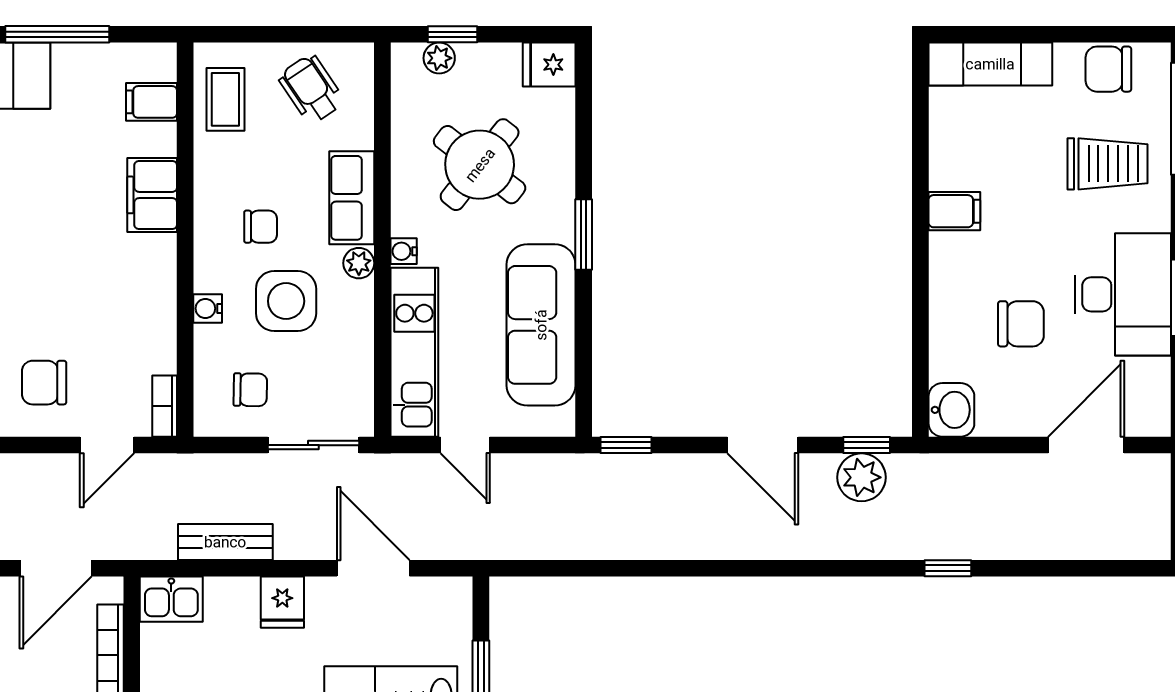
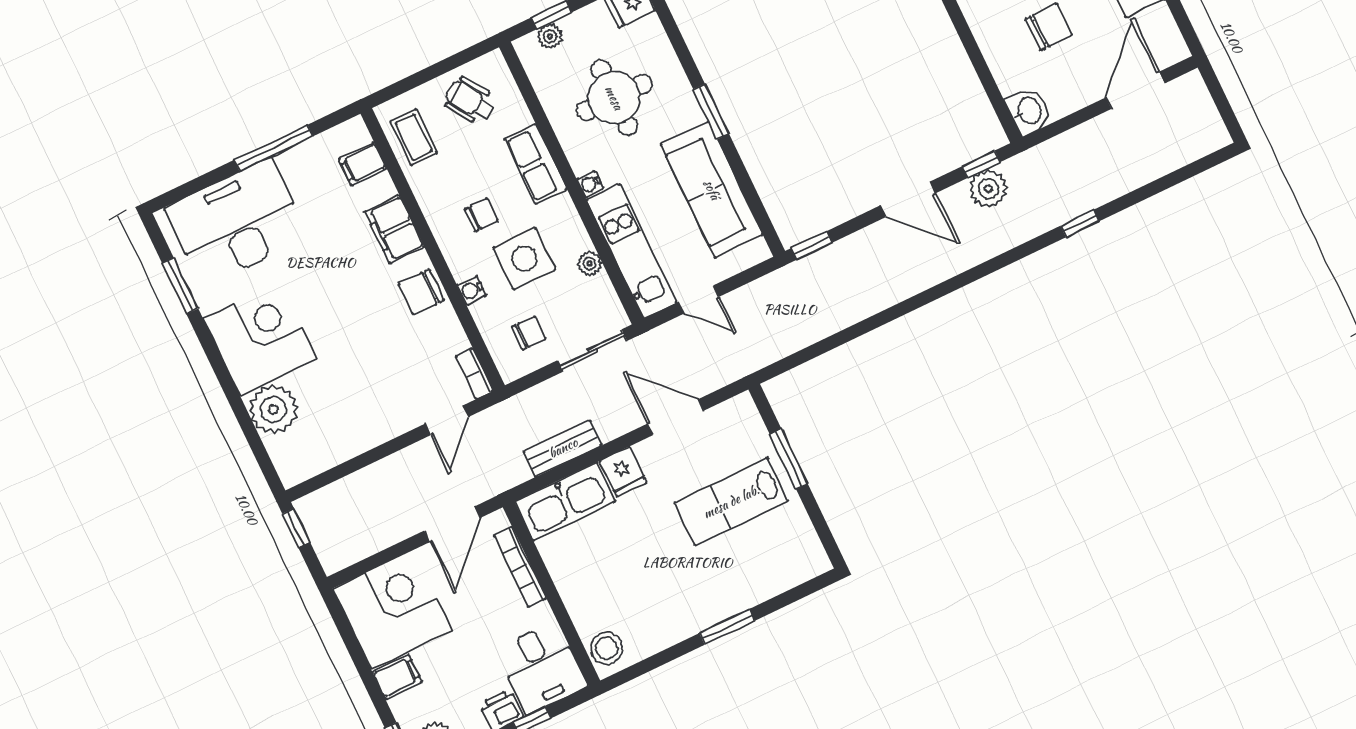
round table: (480, 165) -> (614, 98), turned -38
plant: (359, 263) -> (590, 264), moved
chair: (44, 383) -> (421, 292), moved
kitchen sink: (171, 599) -> (565, 502), width x1.88, depth x1.24

